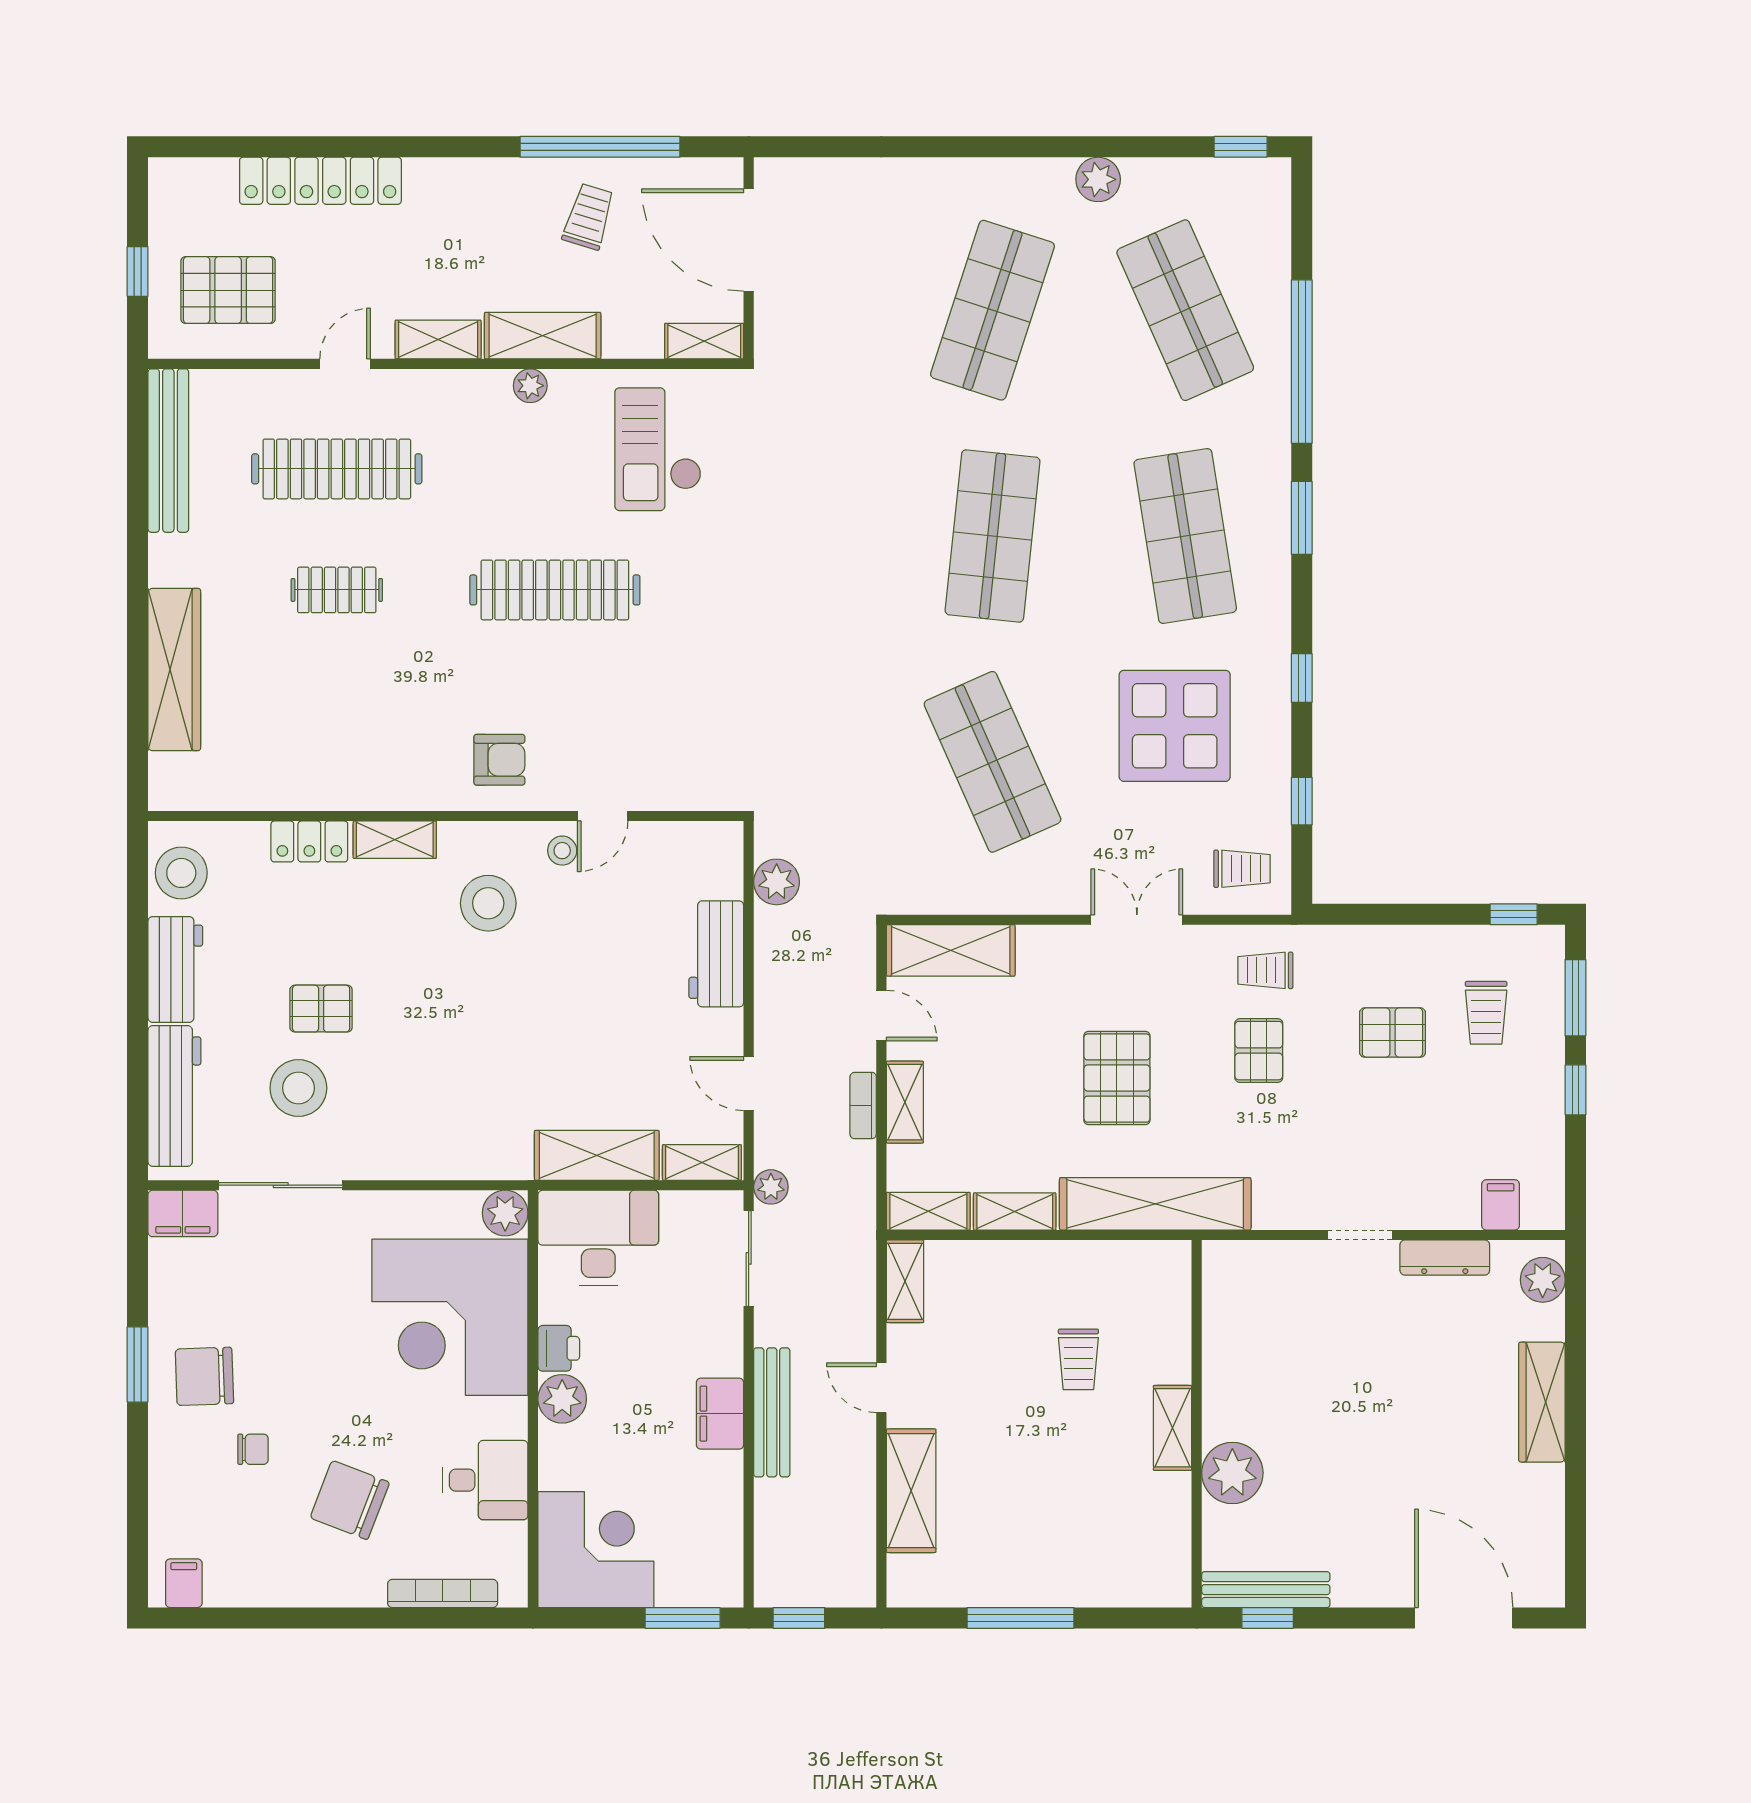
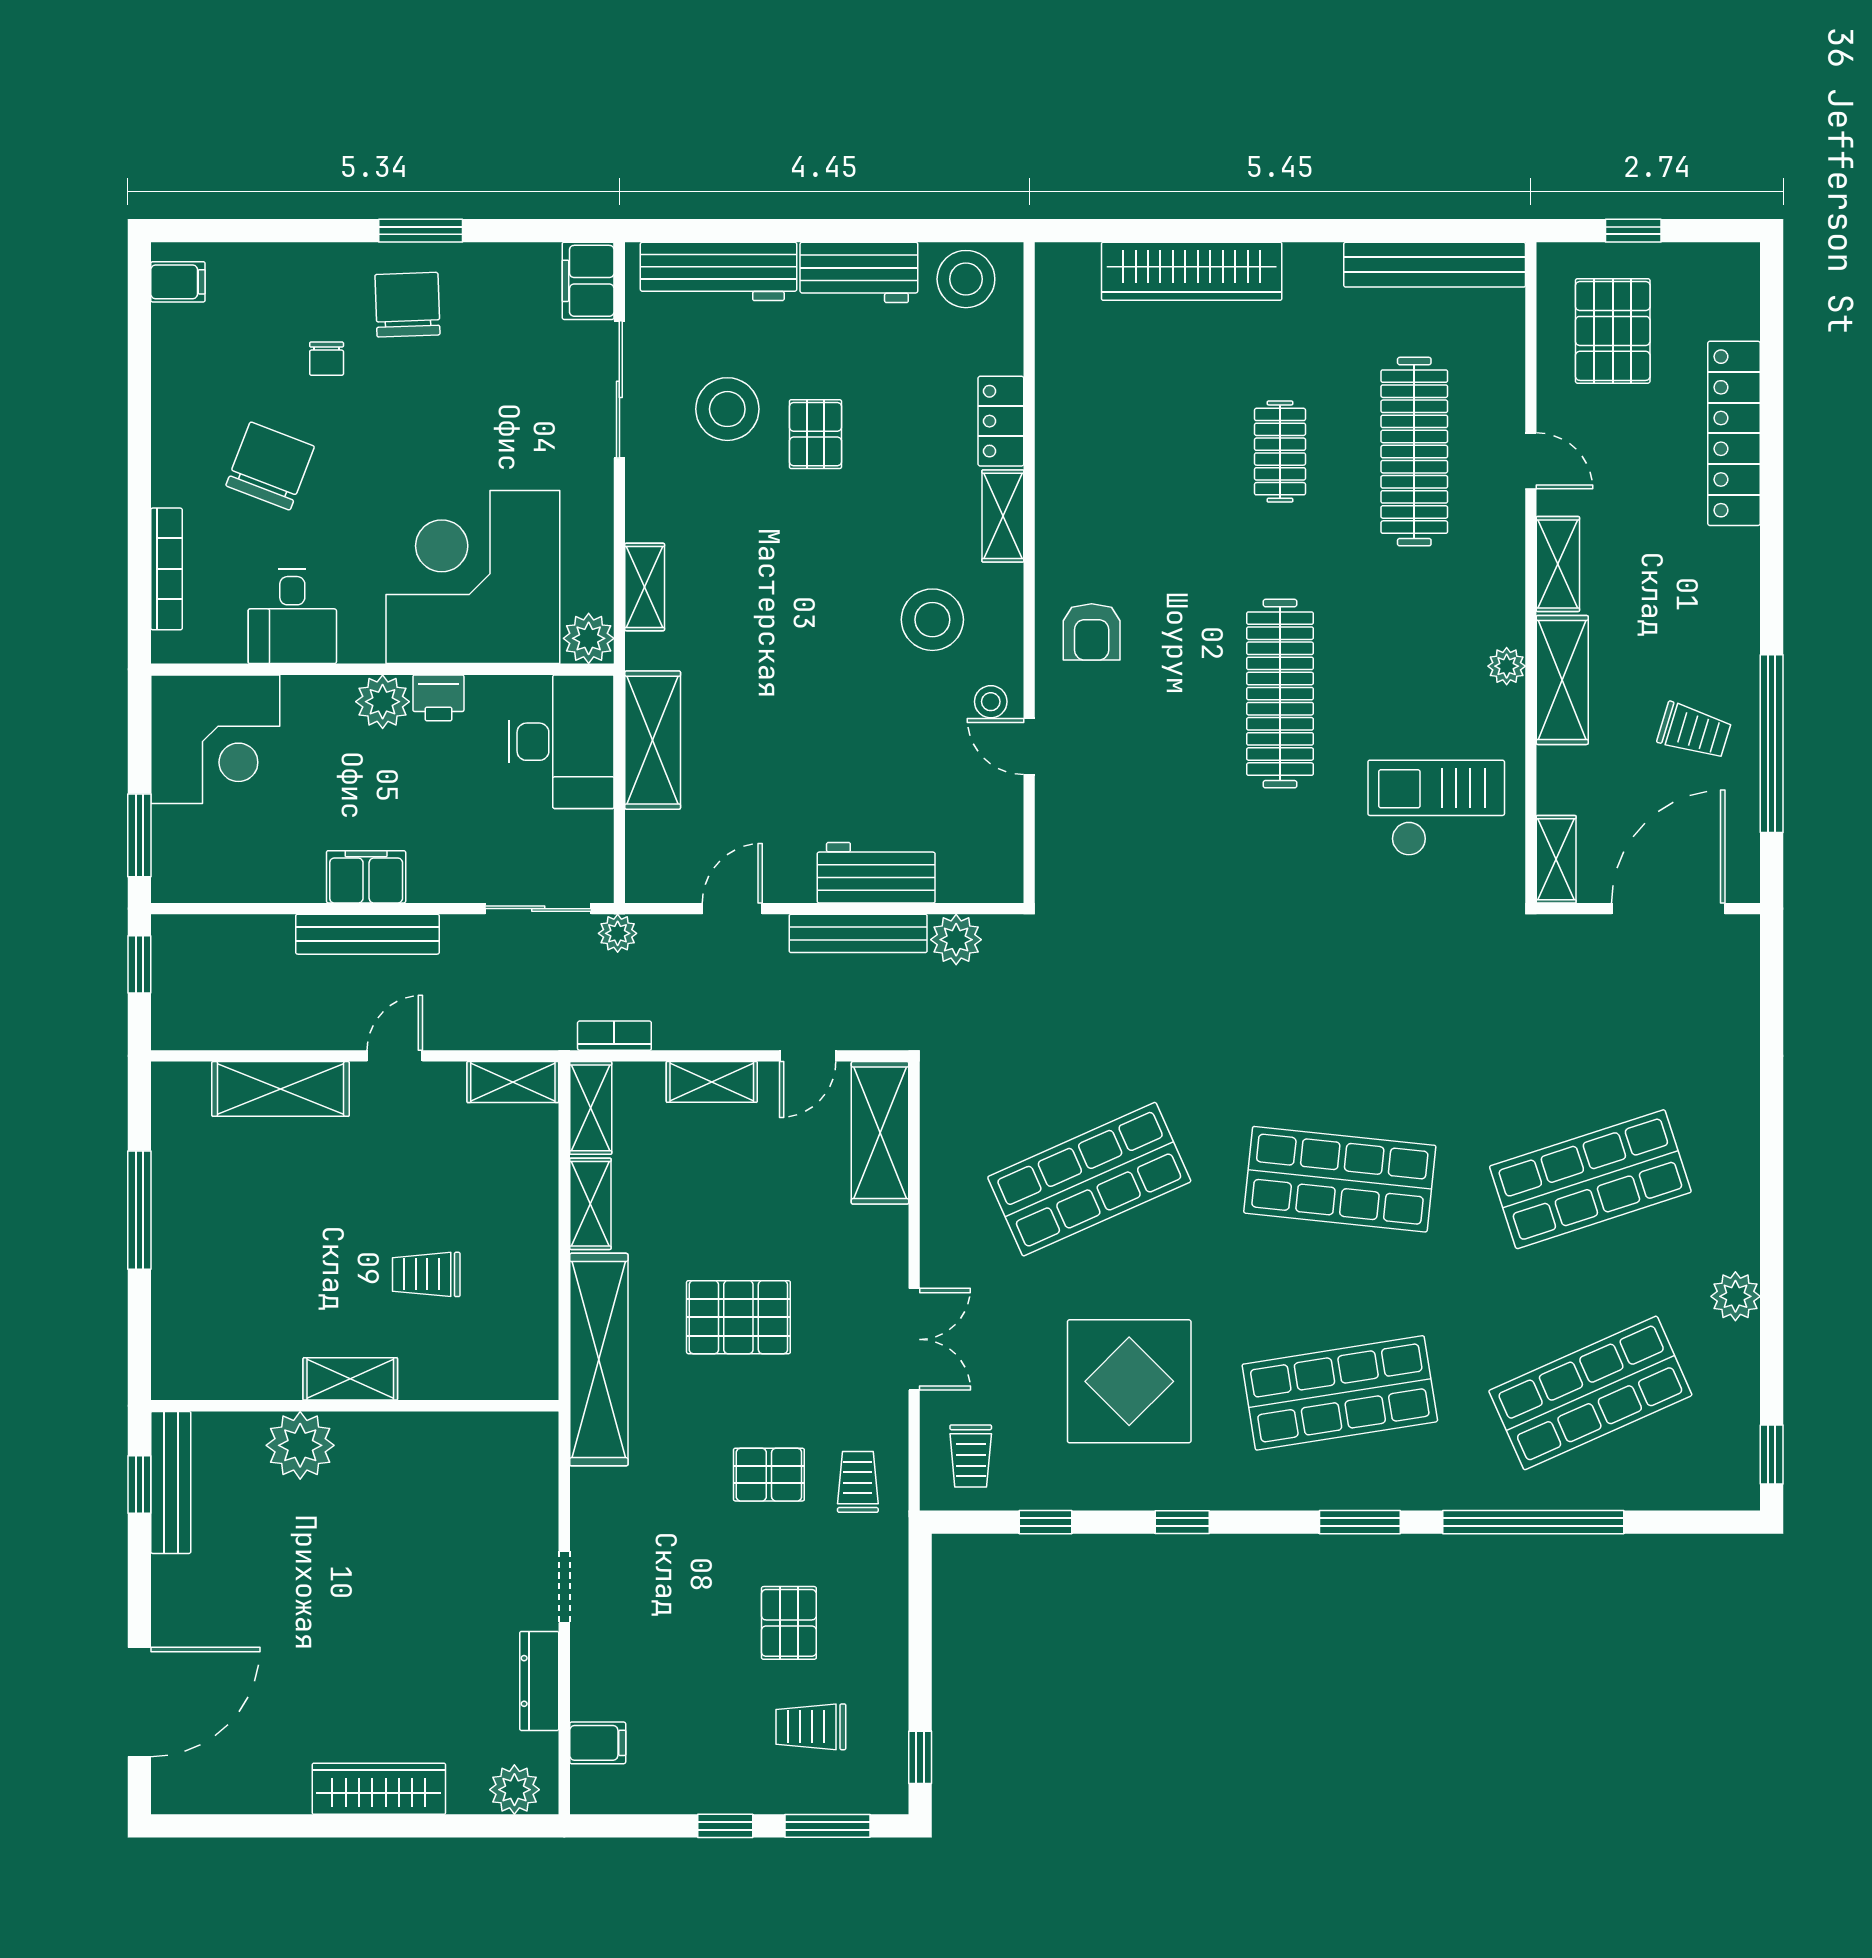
shop shelf: (993, 310) -> (1590, 1179), turned -36
bench: (771, 970) -> (858, 933), added
bookcase: (863, 1106) -> (614, 1036), moved
shelving: (702, 1163) -> (645, 587), moved

